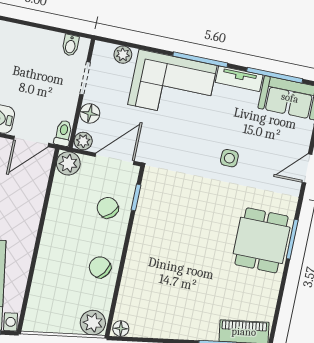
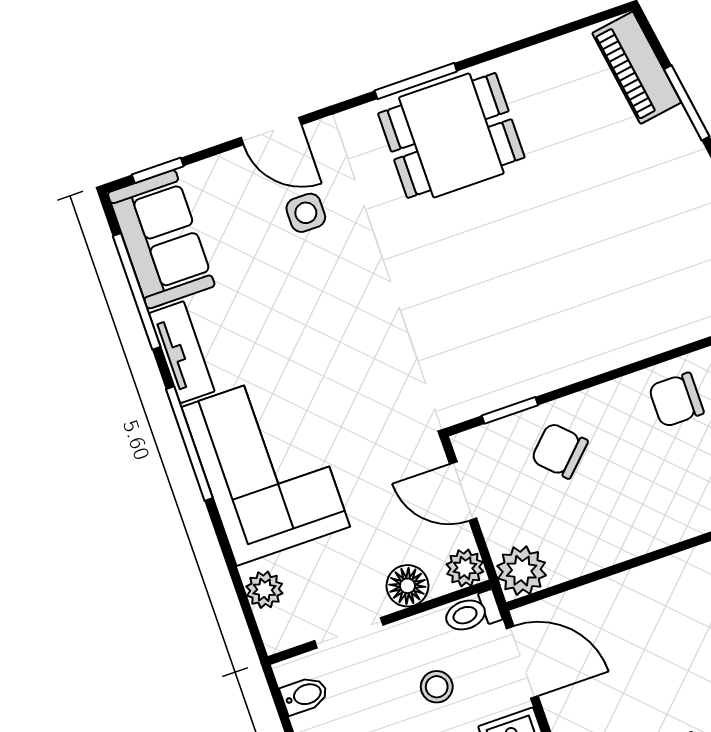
stool: (42, 101) -> (437, 687), added
side table: (229, 158) -> (306, 213), moved
door: (115, 159) -> (463, 491), width x0.73
chair: (108, 208) -> (559, 451), turned 89
chair: (100, 267) -> (676, 400), turned 57

